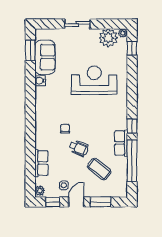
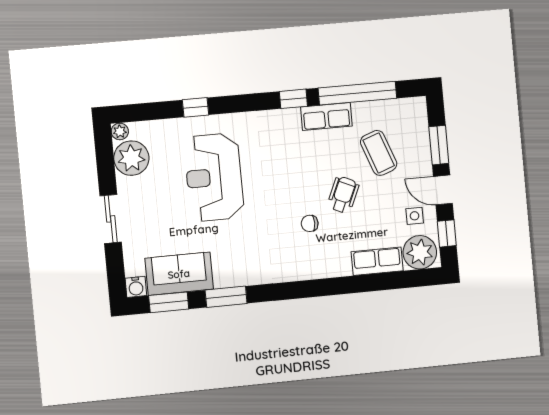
window: (132, 48) -> (196, 107), moved
window: (30, 81) -> (226, 297), added
water cooler: (40, 81) -> (136, 287), moved
coffee table: (99, 169) -> (379, 153), turned -59
plant: (40, 191) -> (420, 252), width x1.88, depth x1.88

